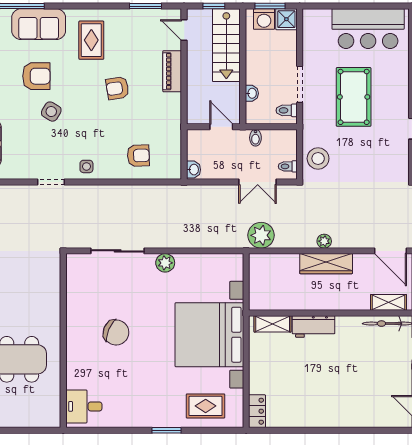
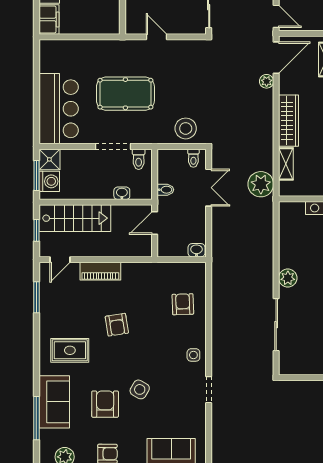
bar counter: (368, 29) -> (59, 109), moved
plant: (324, 241) -> (267, 81), moved
shelving: (282, 261) -> (286, 164), added

